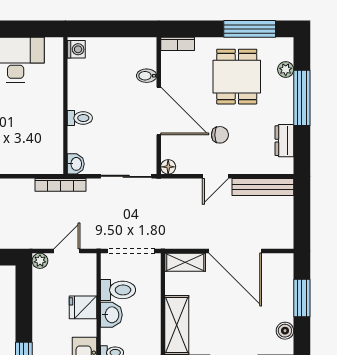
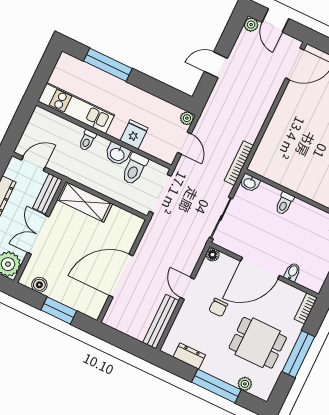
window: (250, 29) -> (298, 354), moved
shelving: (185, 262) -> (131, 232), removed

